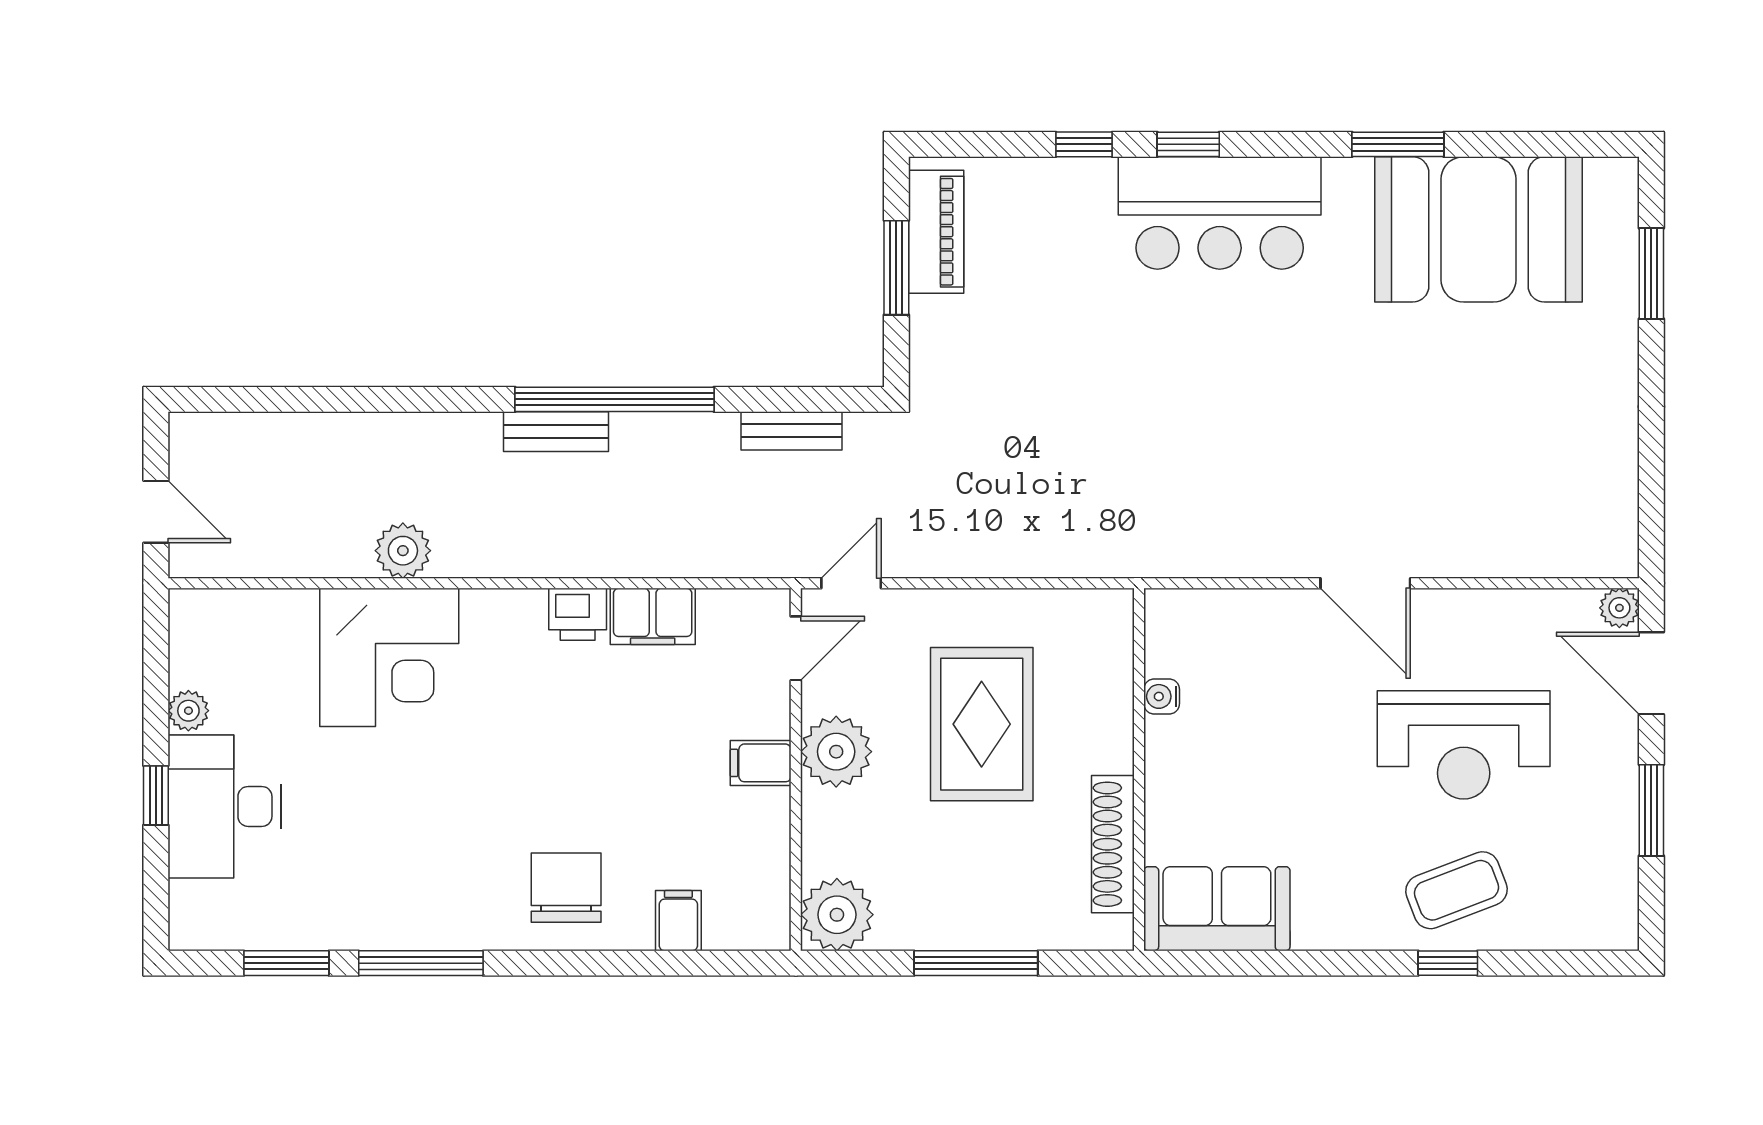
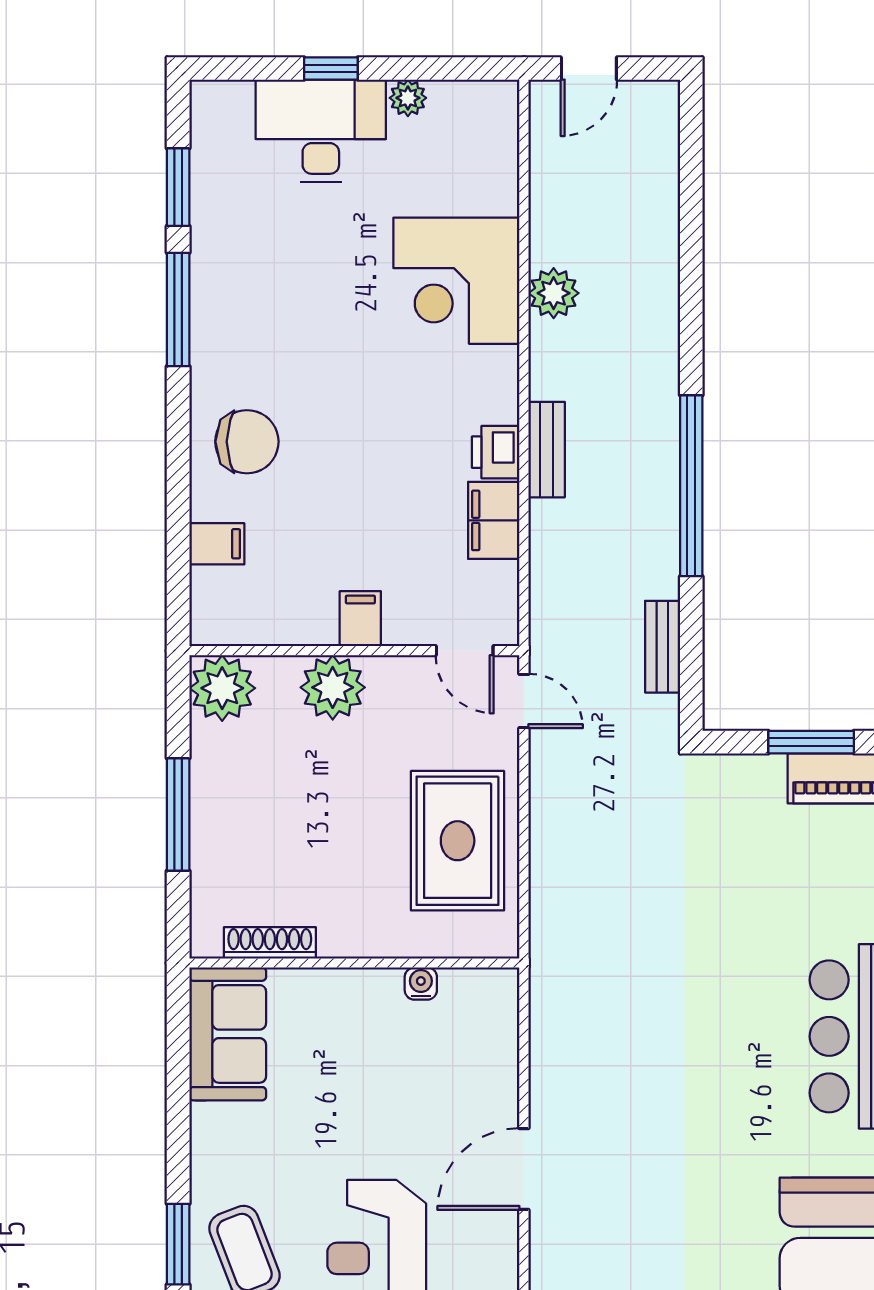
bench: (556, 432) -> (547, 450), moved
rug: (982, 724) -> (458, 841), moved, turned 90
plant: (836, 752) -> (333, 687), moved
shoe rack: (1113, 844) -> (270, 943), width x0.74, depth x0.81
window: (1448, 963) -> (178, 1244), width x1.50

